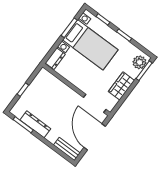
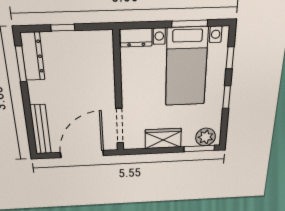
dresser: (35, 124) -> (33, 56), moved
bench: (67, 149) -> (41, 130), width x1.36

